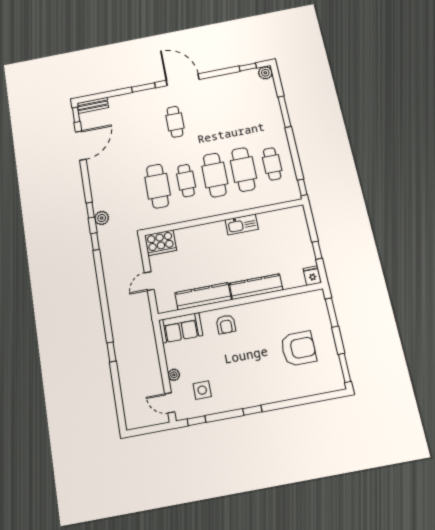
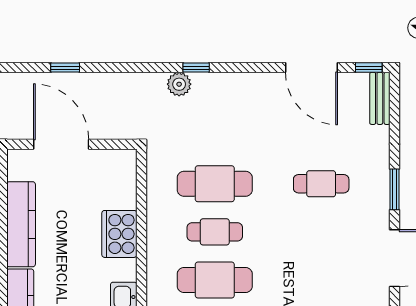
cafe table: (175, 122) -> (321, 184), moved
window: (95, 242) -> (65, 68), moved
cooker: (160, 243) -> (119, 234), moved
door: (149, 281) -> (61, 144), width x1.88

